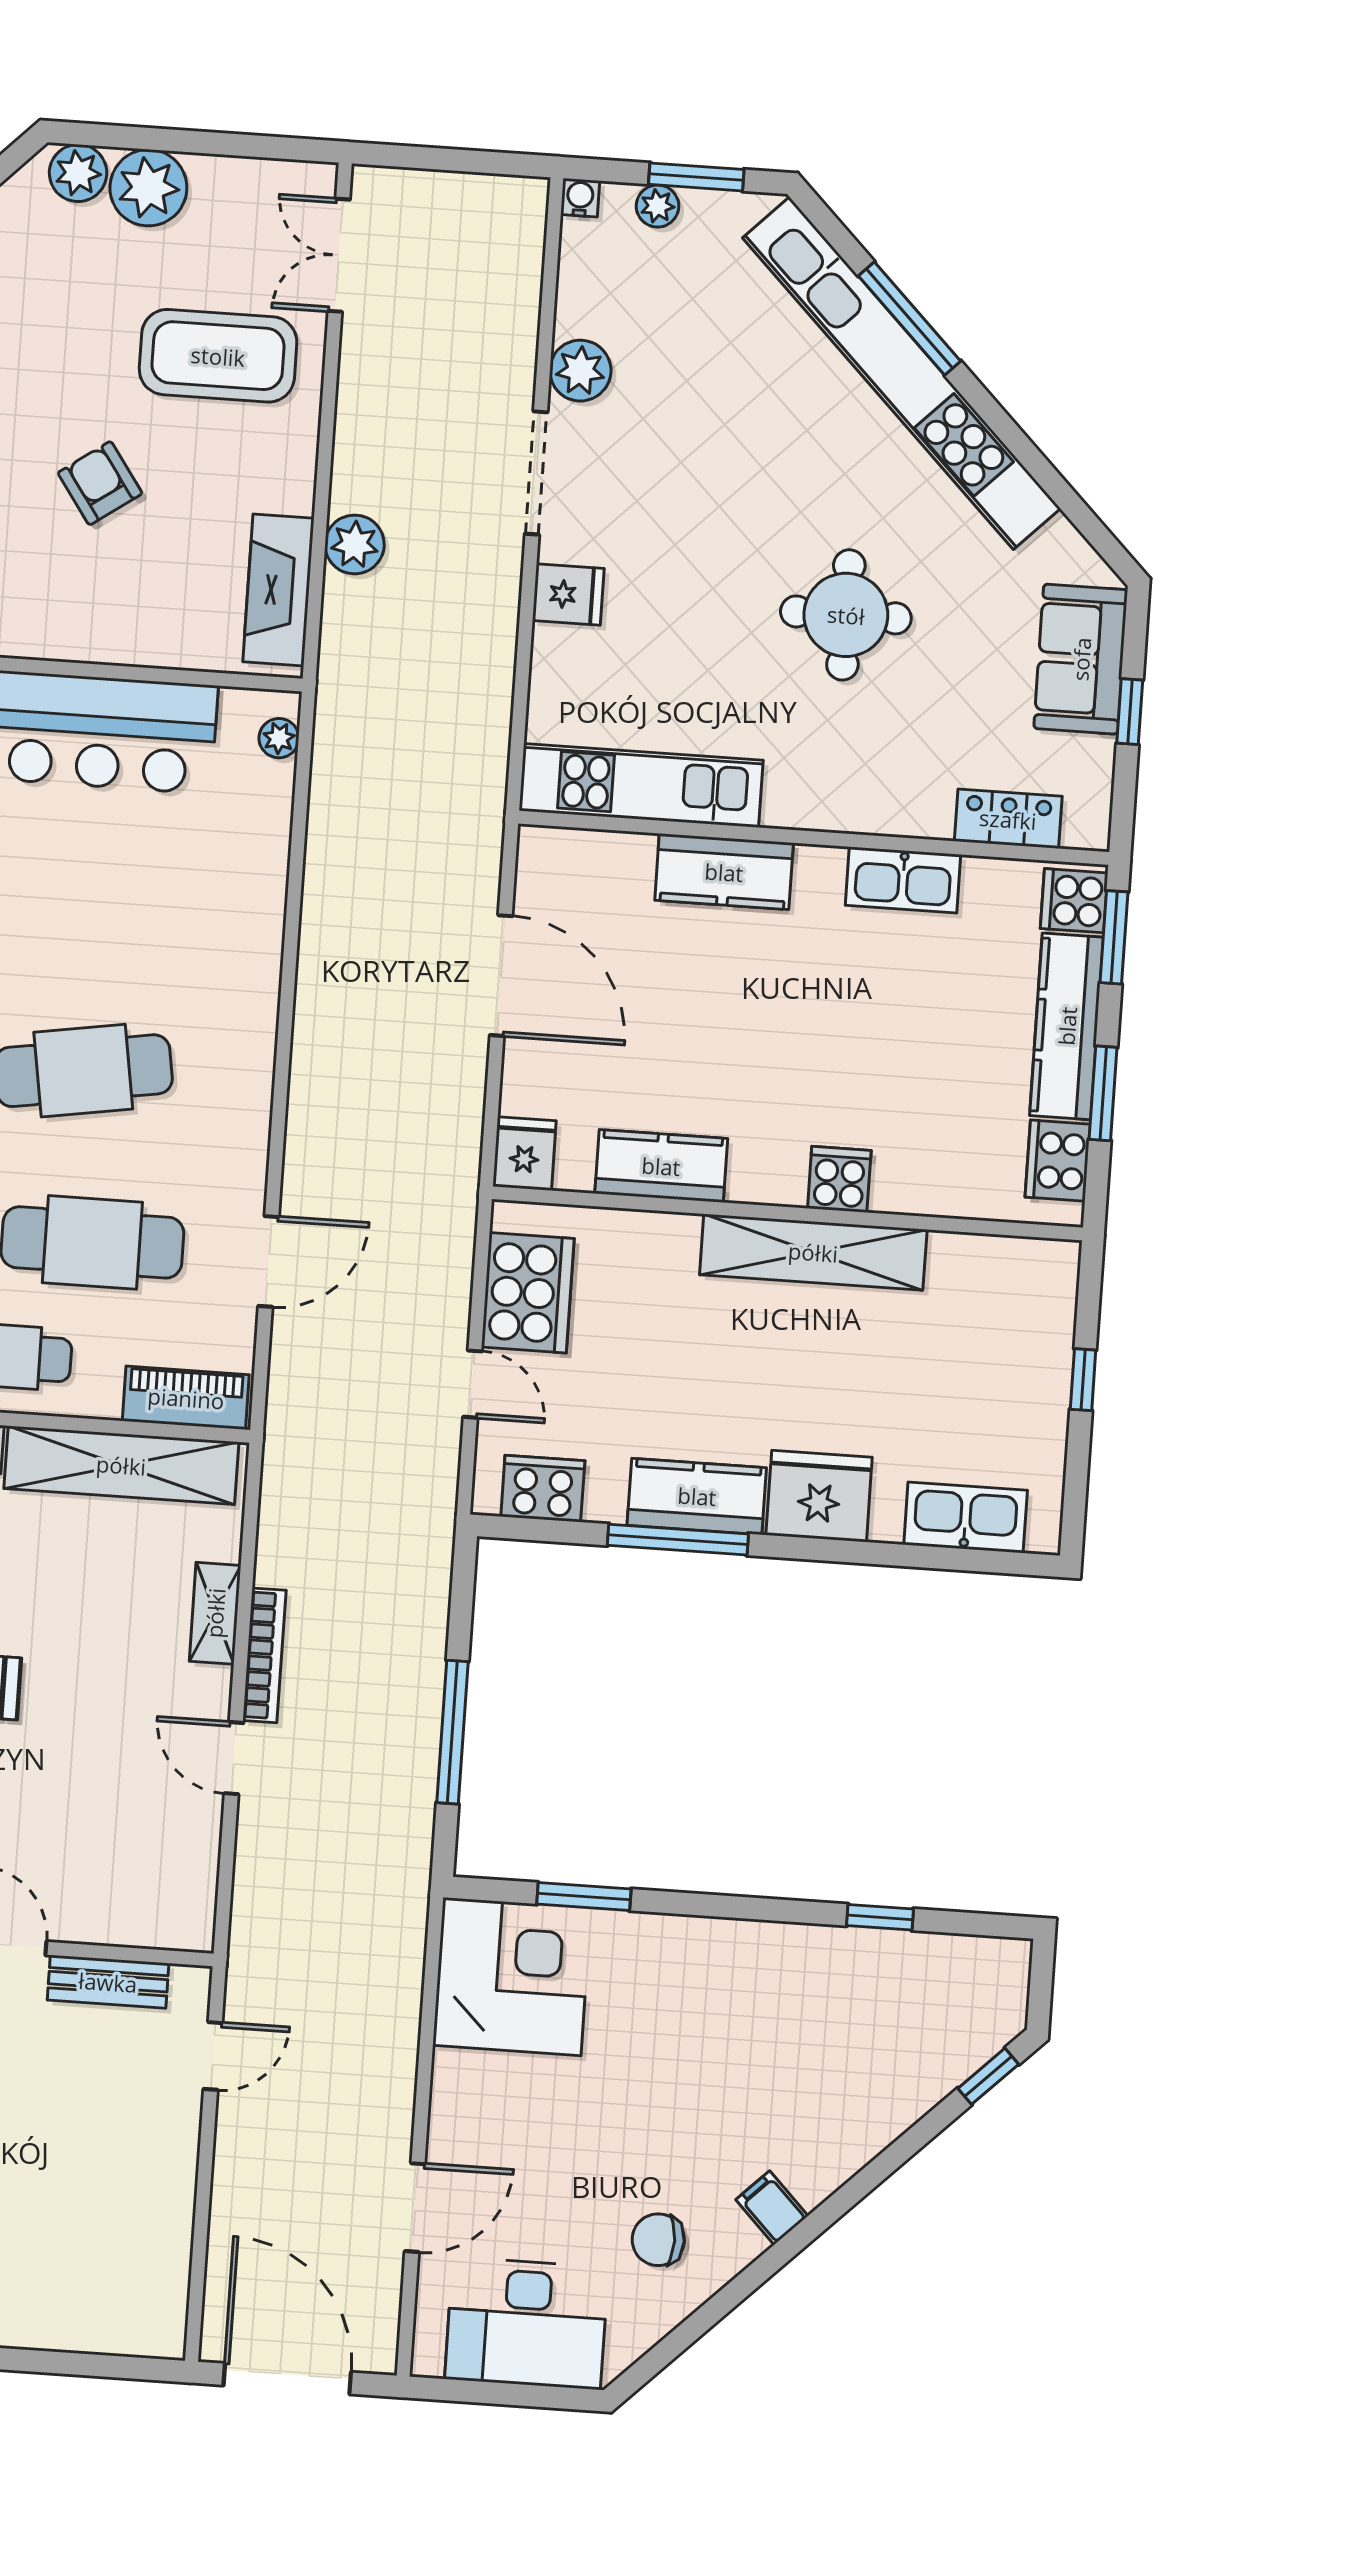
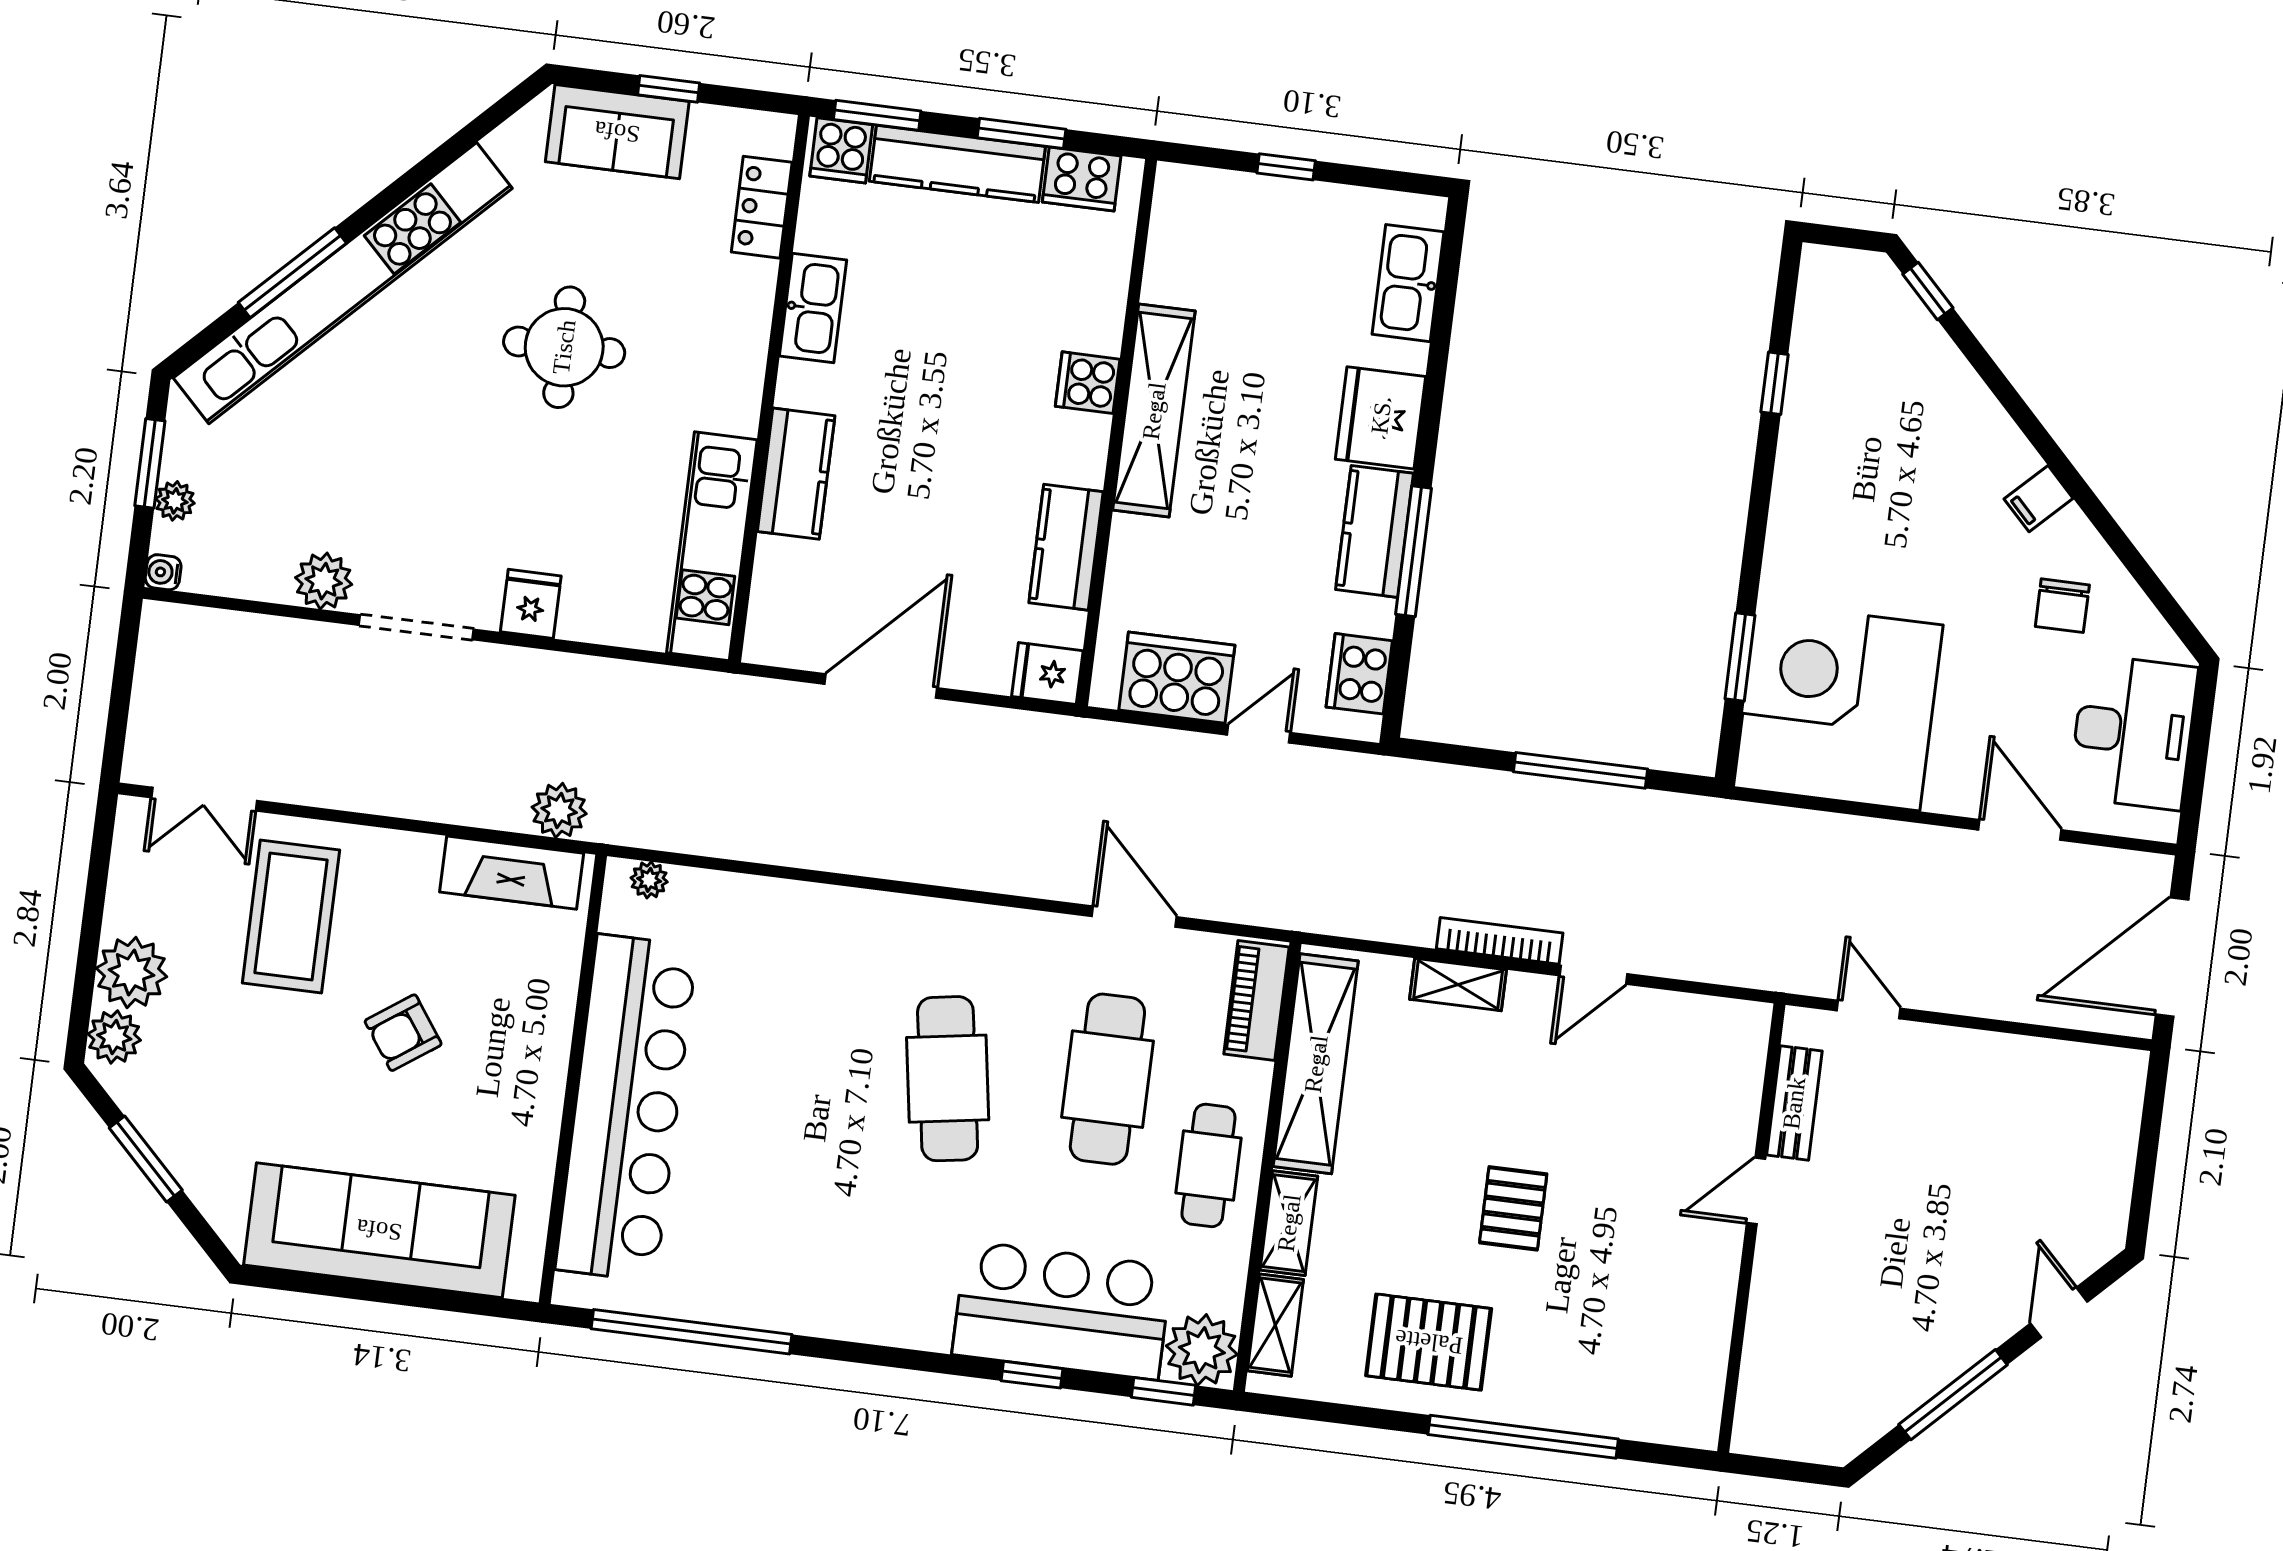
plant: (355, 544) -> (559, 810), moved
corner desk: (512, 1977) -> (1838, 706), width x1.36, depth x1.36

